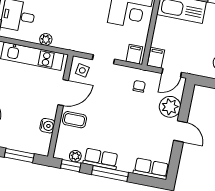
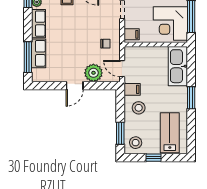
filing cabinet: (156, 58) -> (132, 89), moved
row of seats: (151, 169) -> (39, 53), moved
window: (110, 173) -> (28, 57), moved

